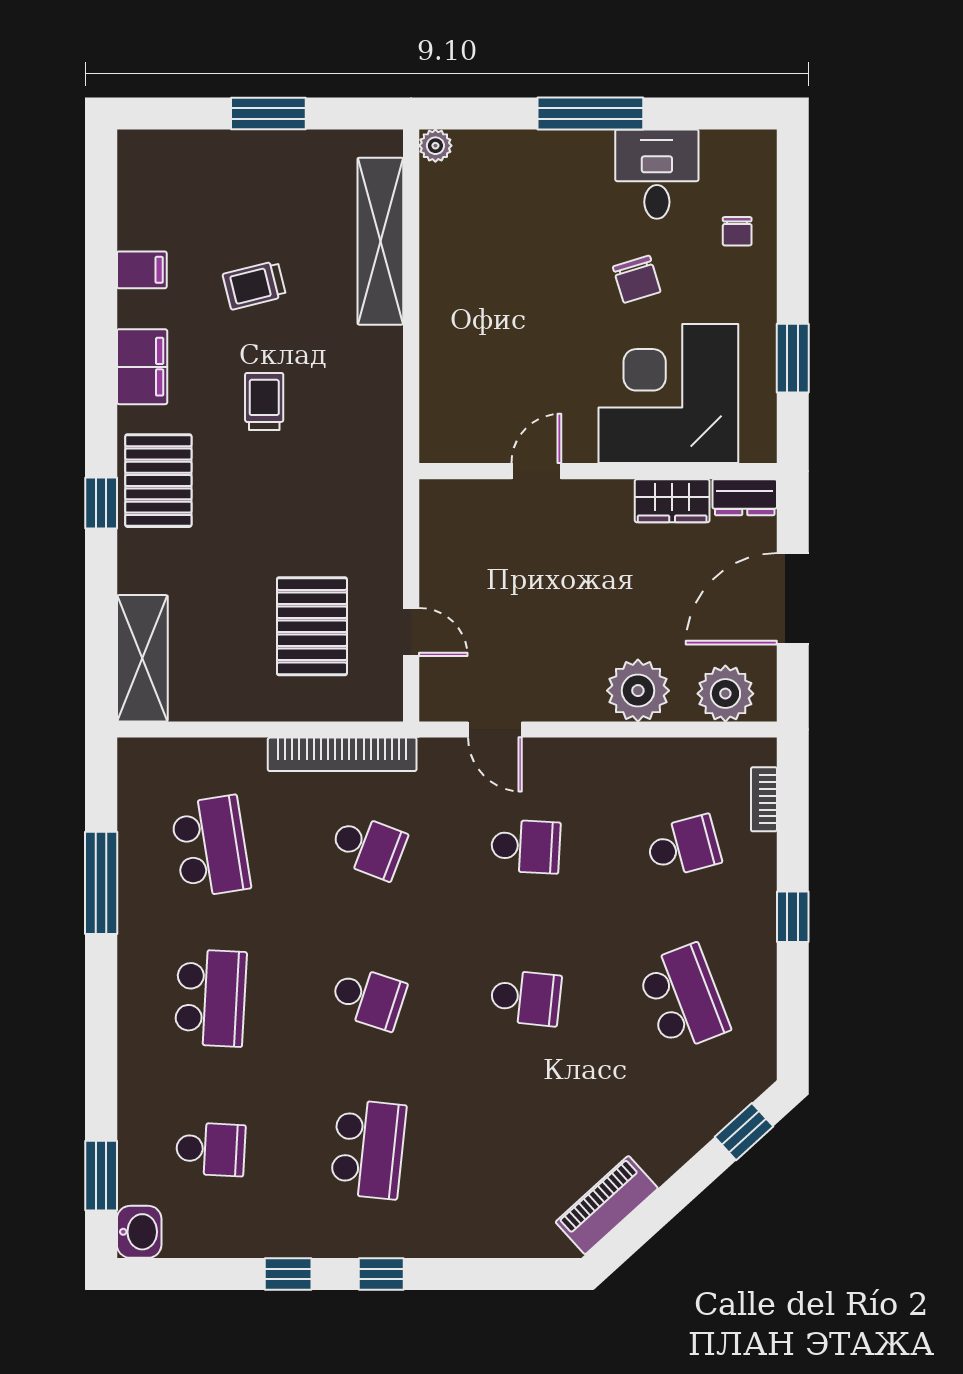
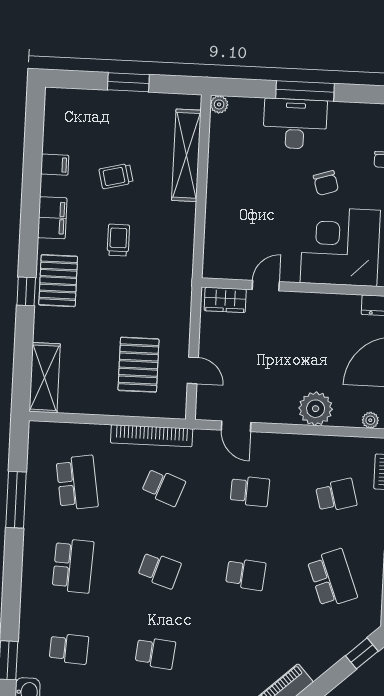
desk: (657, 174) -> (295, 124), moved, width x1.37
wardrobe: (672, 501) -> (225, 300), moved
plant: (725, 694) -> (370, 420), width x0.53, depth x0.53
school desk: (368, 1149) -> (155, 653), width x0.54

